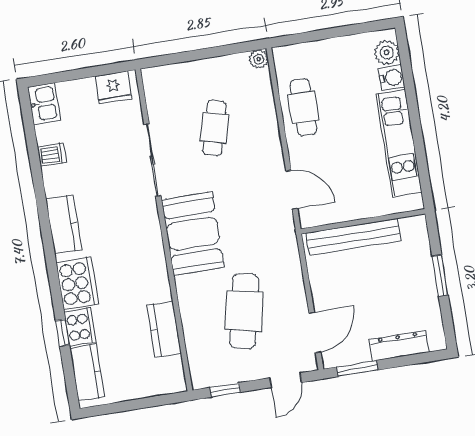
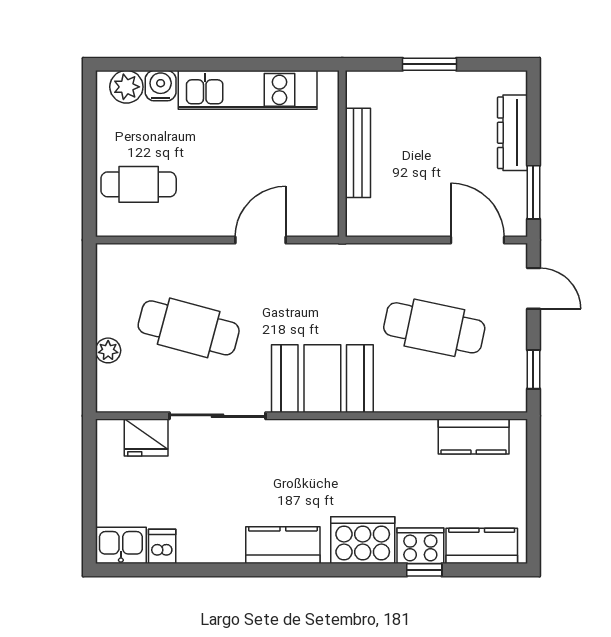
plant: (259, 59) -> (108, 350), moved
fridge: (113, 87) -> (146, 437), moved, turned 90
cafe table: (303, 107) -> (139, 184), moved
cafe table: (214, 128) -> (189, 328), width x1.37, depth x1.35
dishwasher: (52, 155) -> (162, 546), moved
door: (292, 190) -> (261, 240), moved
bench: (353, 237) -> (358, 153), width x0.73, depth x0.82
kitchen counter: (164, 329) -> (474, 436), moved

